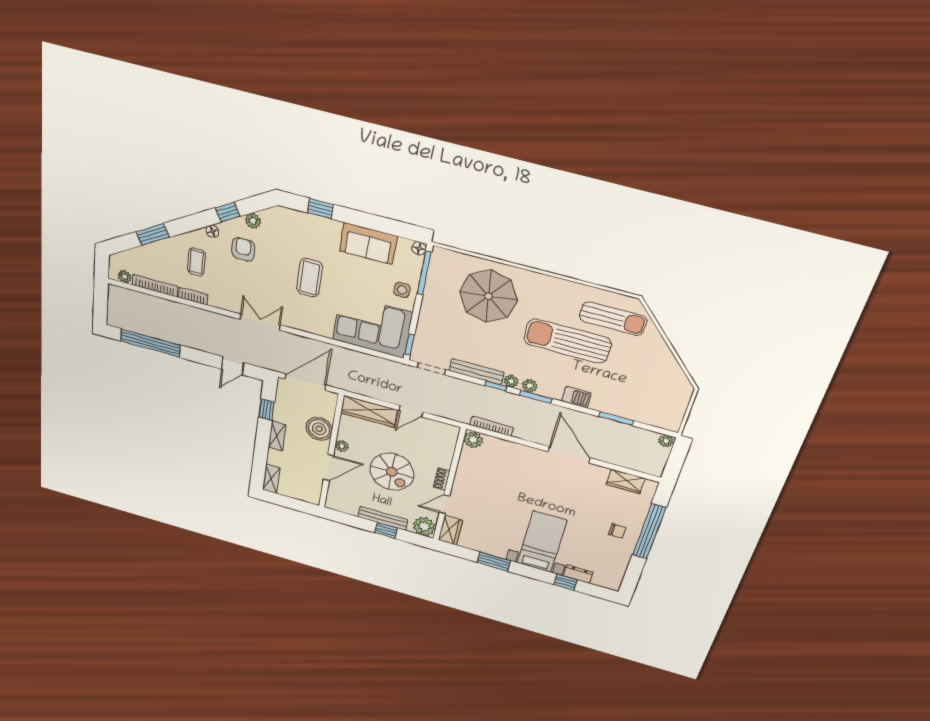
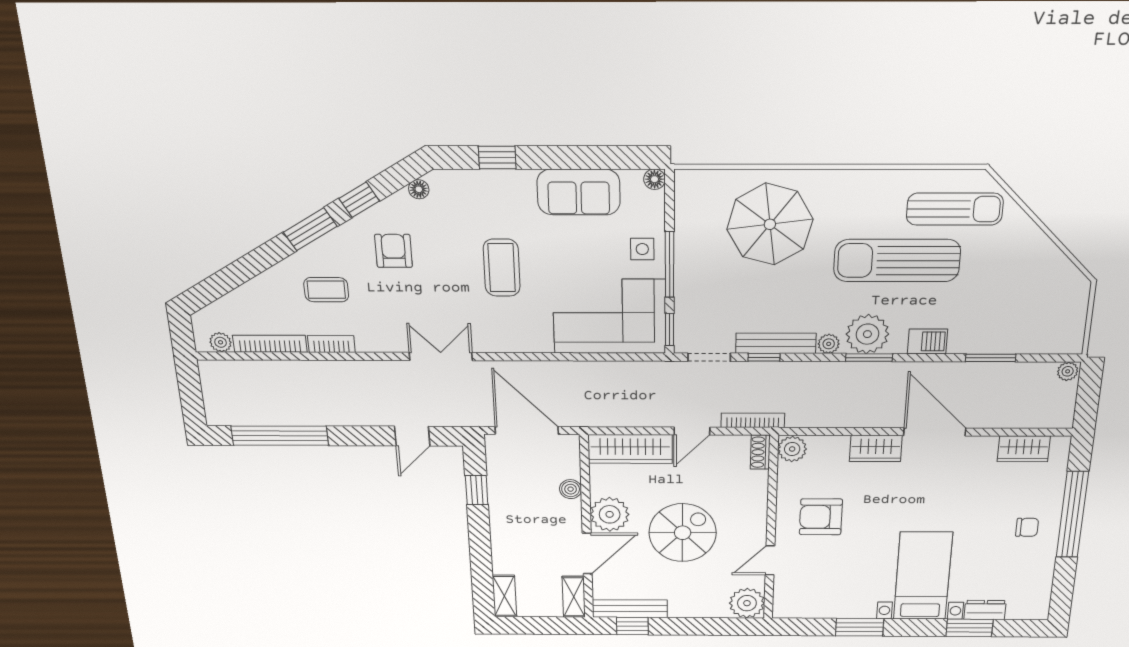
plant: (253, 221) -> (400, 203), removed
floor lamp: (212, 231) -> (419, 189), moved
window: (152, 234) -> (310, 229), moved
coffee table: (196, 262) -> (326, 290), turned 90
window: (424, 273) -> (670, 265), moved
door: (305, 382) -> (527, 431), hinge flipped
window: (496, 386) -> (764, 357), moved
plant: (530, 386) -> (867, 334), width x1.88, depth x1.88
bookcase: (492, 426) -> (753, 420), moved
boiler: (319, 429) -> (571, 489), width x0.54, depth x0.54
shelving: (277, 436) -> (574, 597), moved
plant: (342, 446) -> (610, 514), width x1.87, depth x1.87
spiral stairs: (392, 472) -> (683, 533), turned -90
shoe rack: (442, 479) -> (760, 452), moved
armchair: (483, 487) -> (821, 517), added
bench: (383, 518) -> (630, 609), moved
window: (386, 530) -> (632, 626), moved
wardrobe: (450, 530) -> (876, 449), moved, turned 90
window: (565, 582) -> (969, 628), width x1.50

